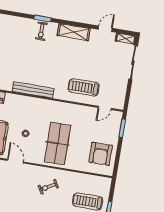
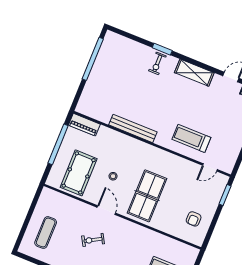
armchair: (101, 154) -> (194, 219), width x0.53, depth x0.53
door: (15, 161) -> (106, 210), moved
exercise bike: (48, 187) -> (93, 240), moved

